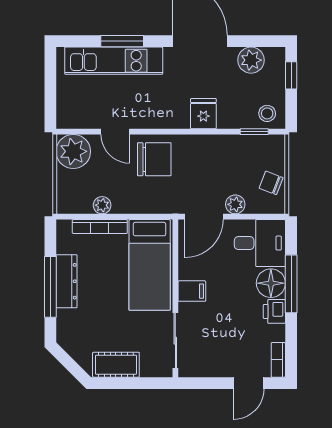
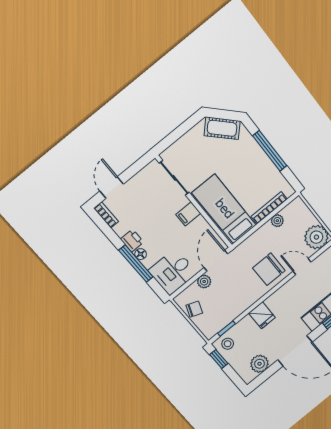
window: (291, 75) -> (219, 359), moved
dresser: (67, 281) -> (263, 162), removed
floor lamp: (271, 283) -> (141, 254), width x0.53, depth x0.53
cot: (116, 365) -> (222, 128), moved, turned 45

